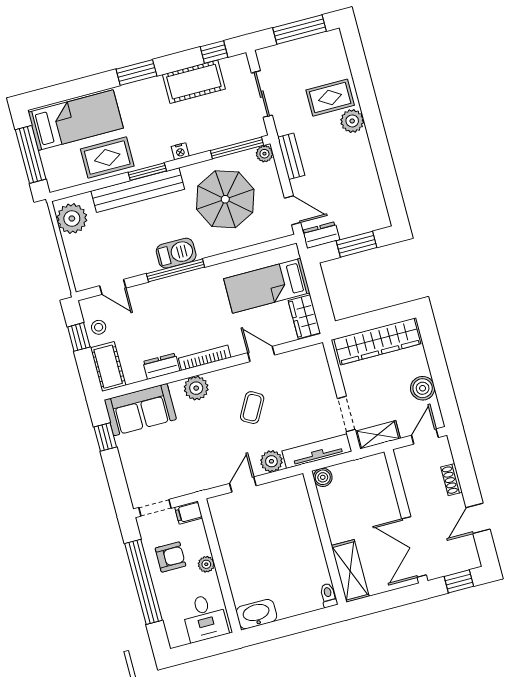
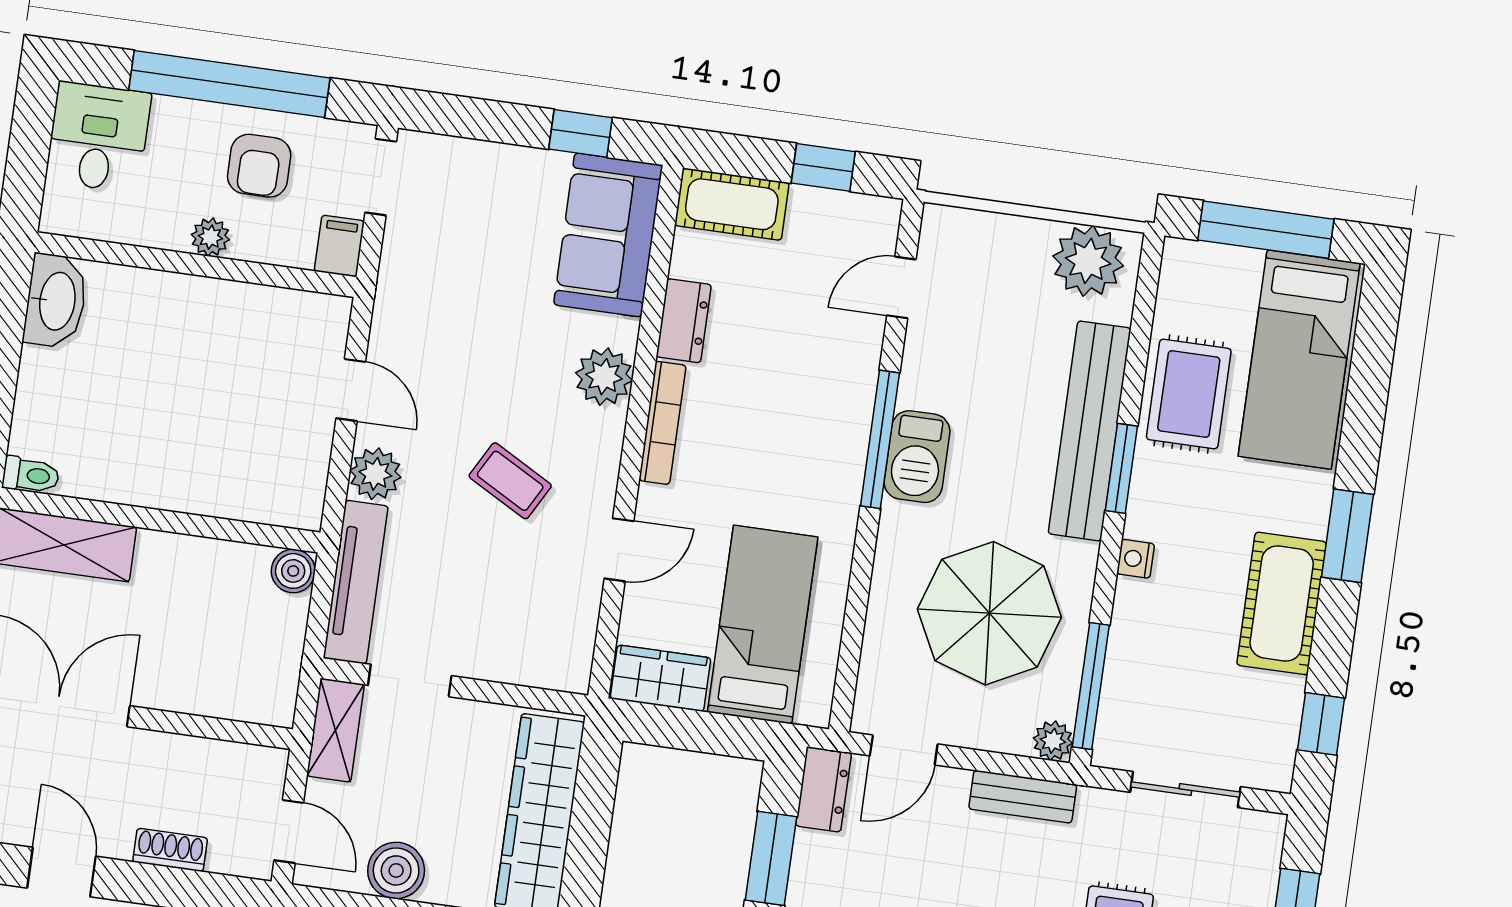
cot: (194, 82) -> (1282, 603), moved
stool: (99, 327) -> (826, 220), removed
desk: (205, 618) -> (98, 137), moved, turned 90

